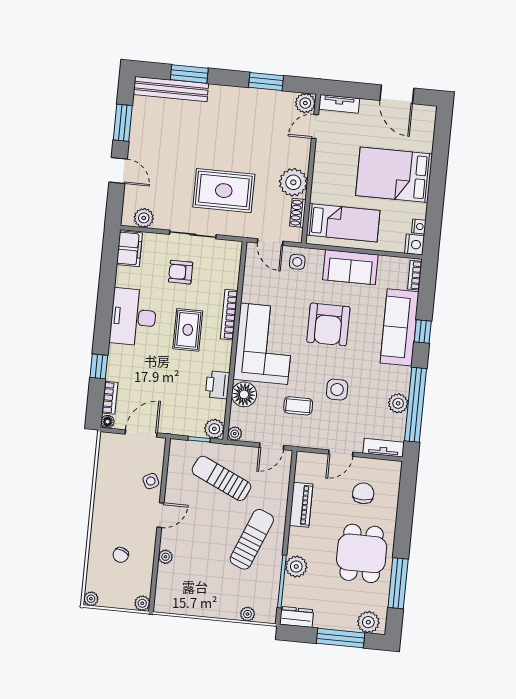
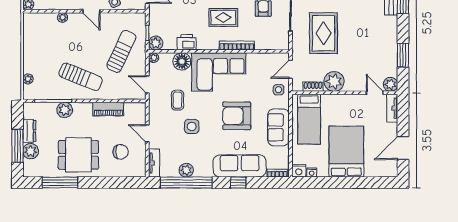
dresser: (297, 617) -> (29, 131), moved
plant: (368, 622) -> (31, 151), moved

